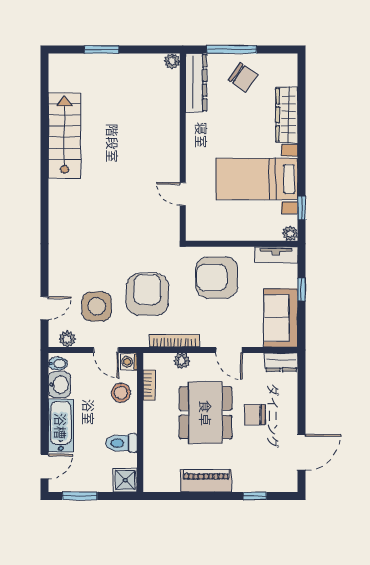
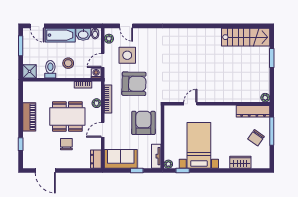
wardrobe: (287, 115) -> (240, 162), width x0.67
stairs: (64, 135) -> (246, 37), moved
stool: (121, 393) -> (68, 63), moved

